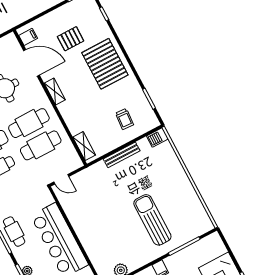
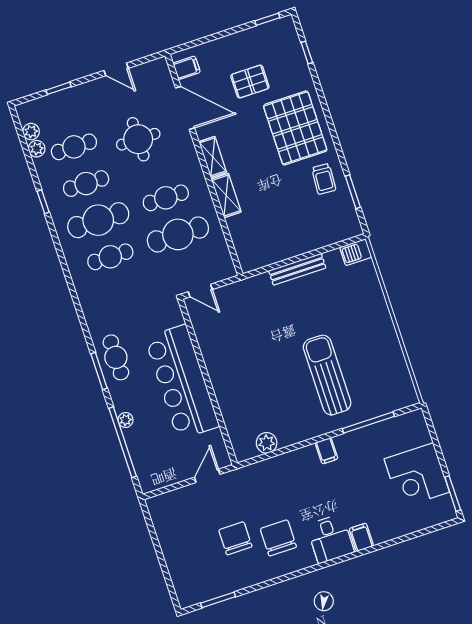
trolley: (124, 119) -> (324, 179), moved
cafe table: (29, 123) -> (166, 198), width x0.73, depth x0.74
shelving: (84, 146) -> (226, 195), moved

